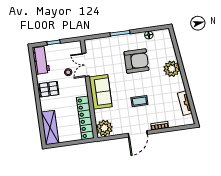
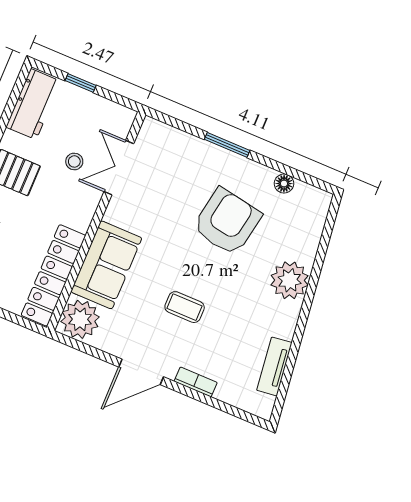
armchair: (136, 61) -> (227, 222), turned -80
sofa: (101, 92) -> (106, 265), moved

